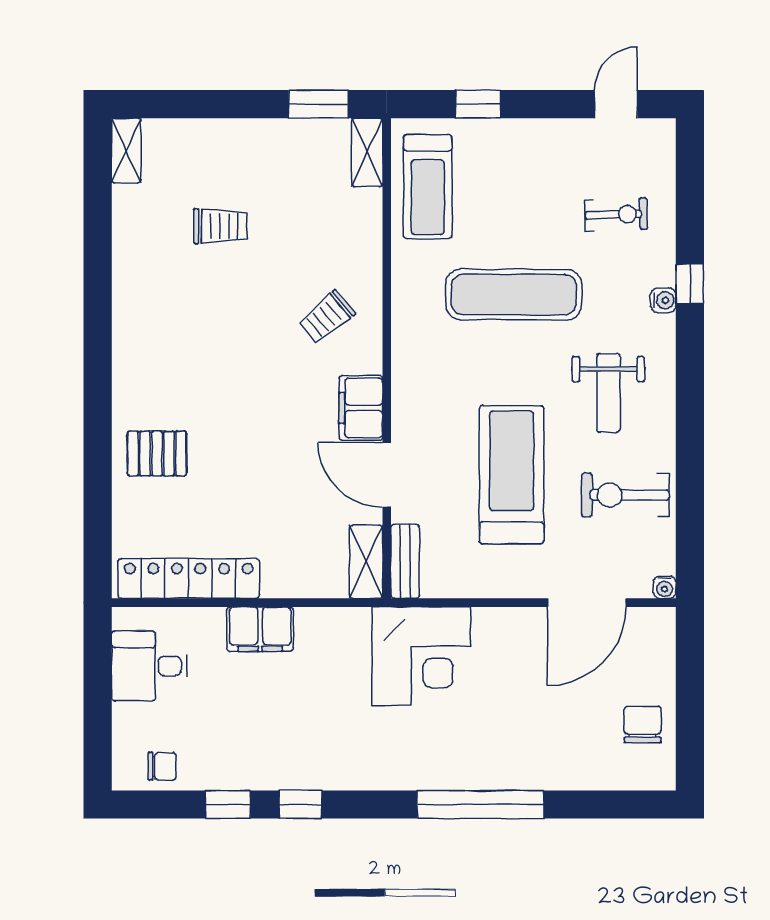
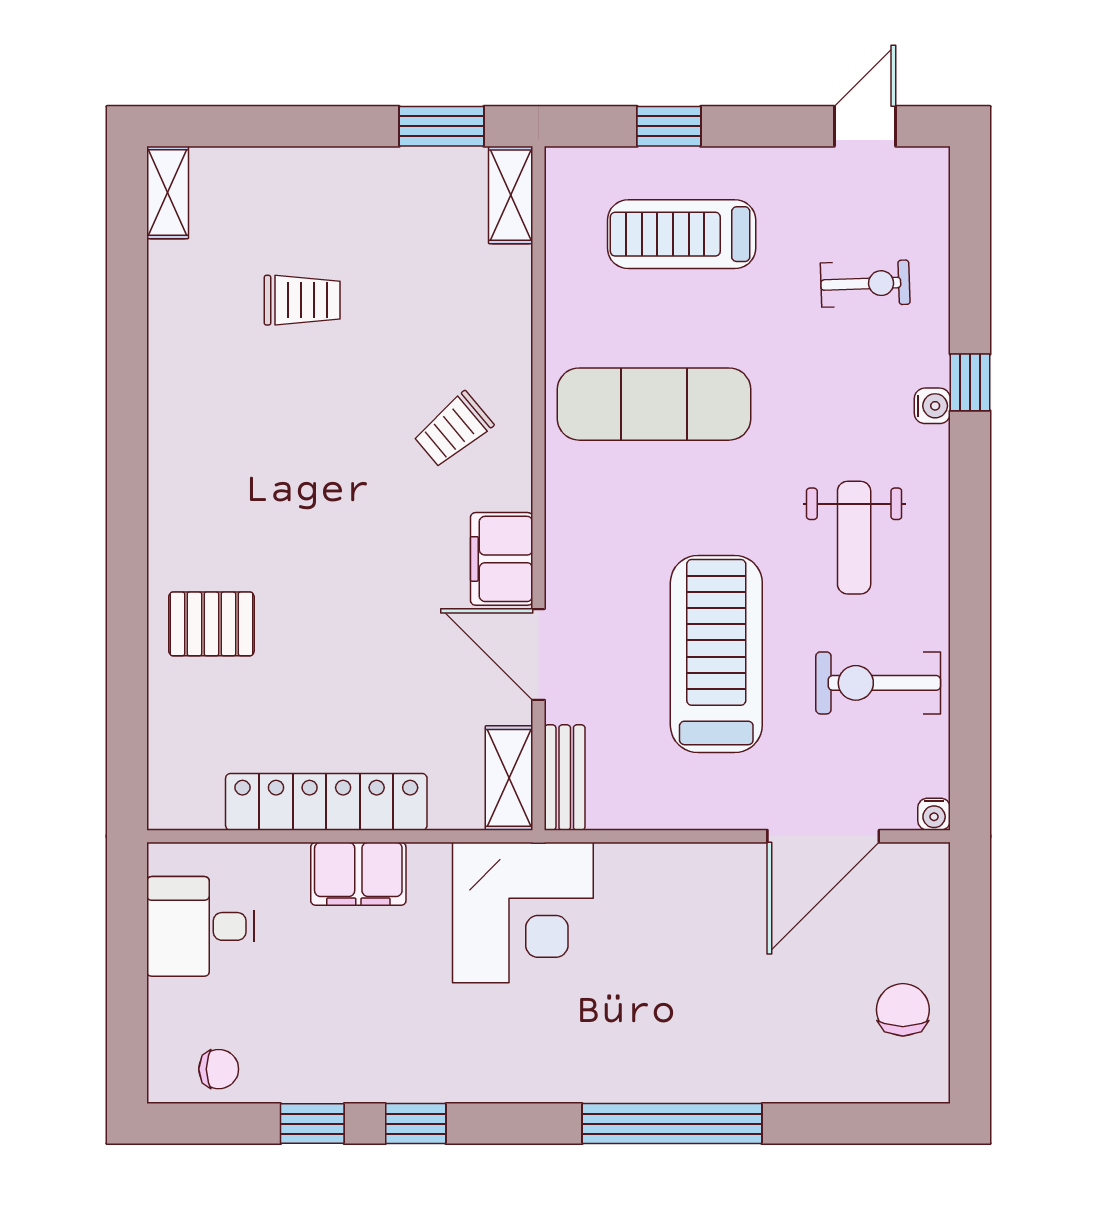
treadmill: (428, 187) -> (682, 234), moved, turned 90
exercise mat: (514, 295) -> (654, 404), moved
locker: (189, 579) -> (326, 802), moved
corner desk: (421, 656) -> (523, 912), moved

